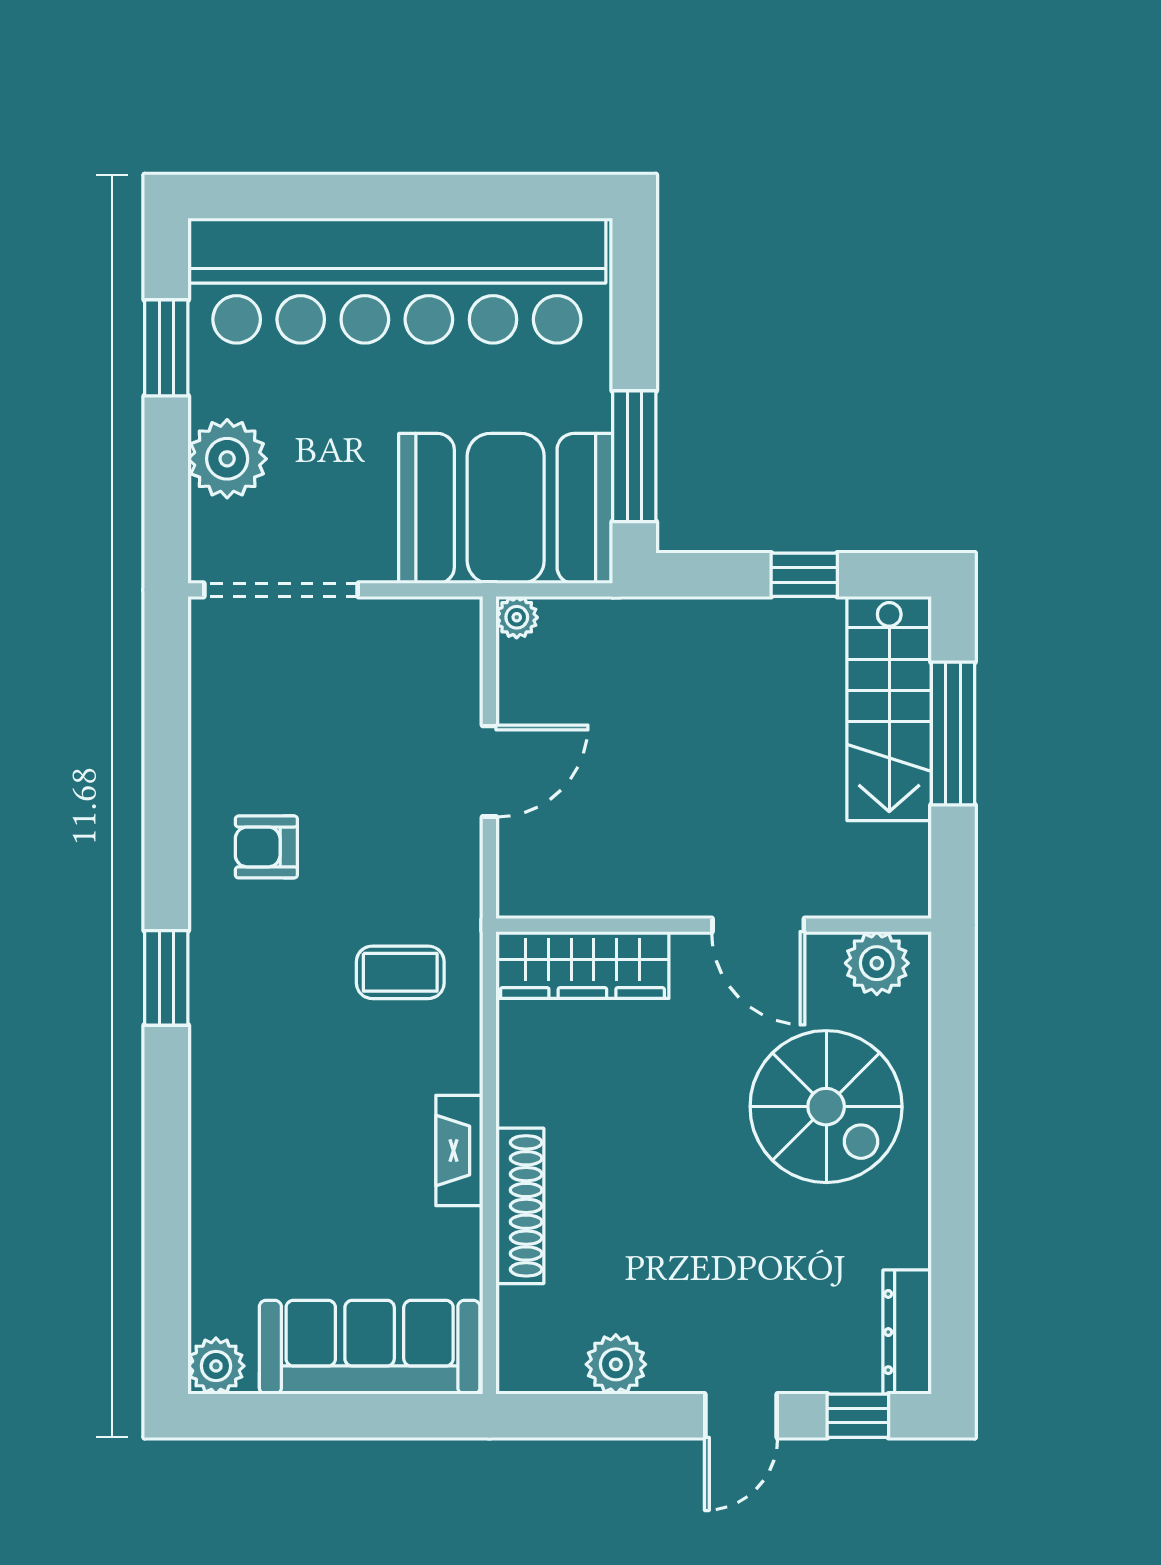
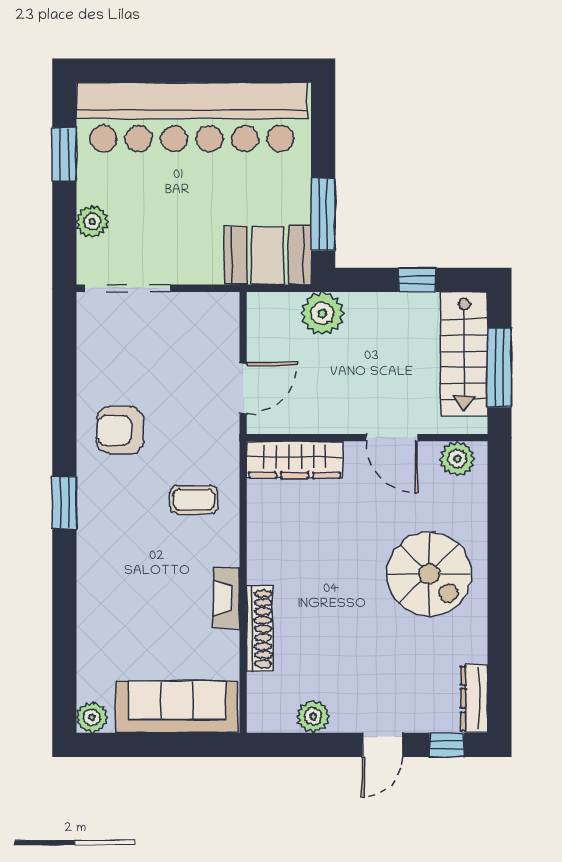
plant: (227, 459) -> (92, 221), width x0.73, depth x0.73
booth: (506, 508) -> (268, 255), width x0.73, depth x0.70
plant: (517, 617) -> (322, 313), moved, width x1.87, depth x1.87
armchair: (266, 847) -> (120, 430), width x1.38, depth x1.38
wall: (714, 925) -> (367, 438), moved
door: (758, 925) -> (392, 438), moved
plant: (877, 963) -> (457, 459), moved
wardrobe: (582, 965) -> (295, 460), moved

